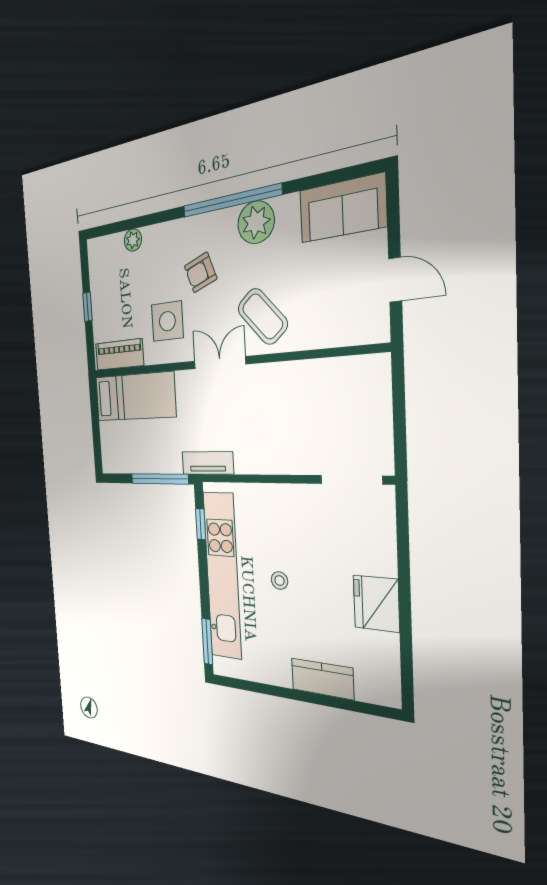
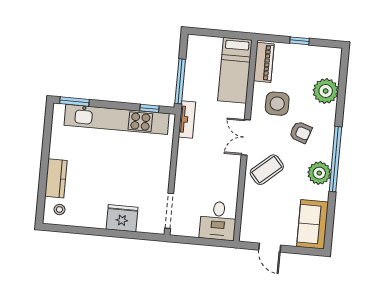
plant: (133, 240) -> (326, 91), width x1.88, depth x1.88
armchair: (201, 272) -> (301, 132), turned 129
door: (395, 280) -> (270, 248), hinge flipped
double door: (220, 363) -> (246, 137), swing flipped
desk: (358, 388) -> (218, 221), added
stool: (280, 581) -> (59, 210), moved
fridge: (376, 604) -> (122, 218), moved

